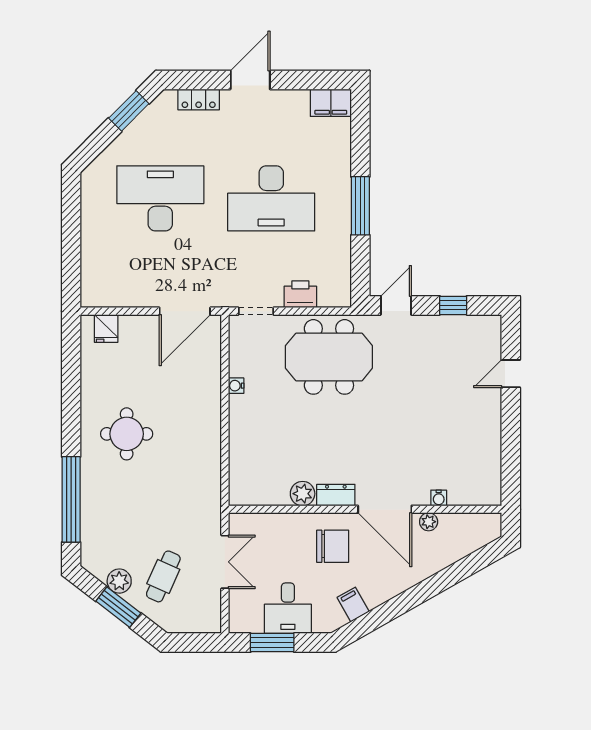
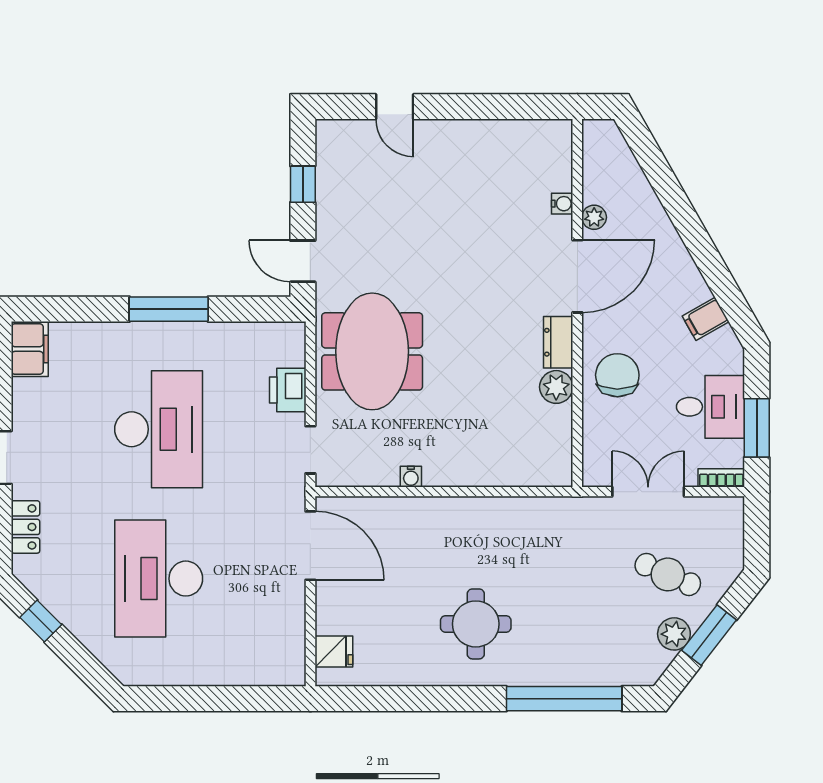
window: (129, 111) -> (41, 621), width x0.67
chair: (333, 546) -> (617, 375), moved
bookcase: (235, 616) -> (721, 478), added

